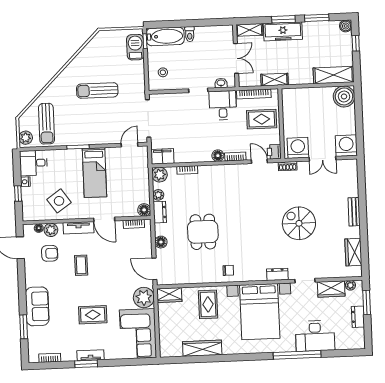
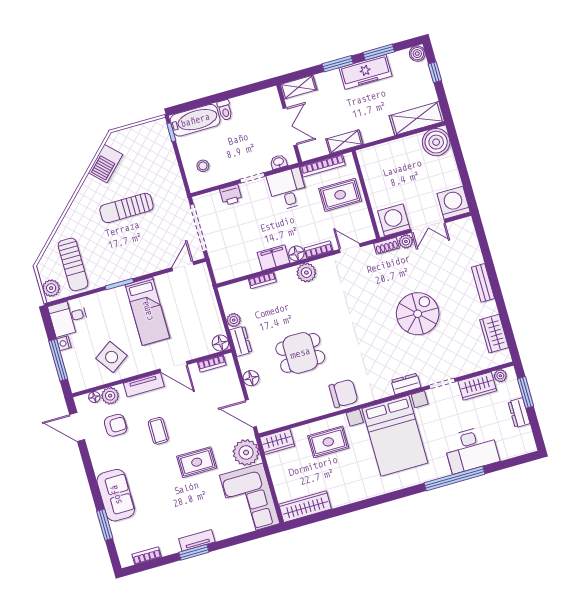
freezer: (283, 31) -> (366, 72), moved
barbecue: (135, 47) -> (105, 164), moved, turned -135
printer: (274, 152) -> (231, 195), moved, turned -90
filing cabinet: (162, 156) -> (274, 258), moved
plant: (303, 166) -> (406, 241), added
plant: (160, 175) -> (306, 273), moved
window: (18, 194) -> (58, 360), width x2.17
spiral stairs: (299, 223) -> (418, 314), turned 90
dining table: (203, 232) -> (300, 353), turned 90
chair: (228, 270) -> (343, 393), width x1.87, depth x1.87
rug: (208, 304) -> (328, 442), turned 90
rug: (93, 315) -> (197, 462), moved
wardrobe: (202, 348) -> (305, 507), moved

